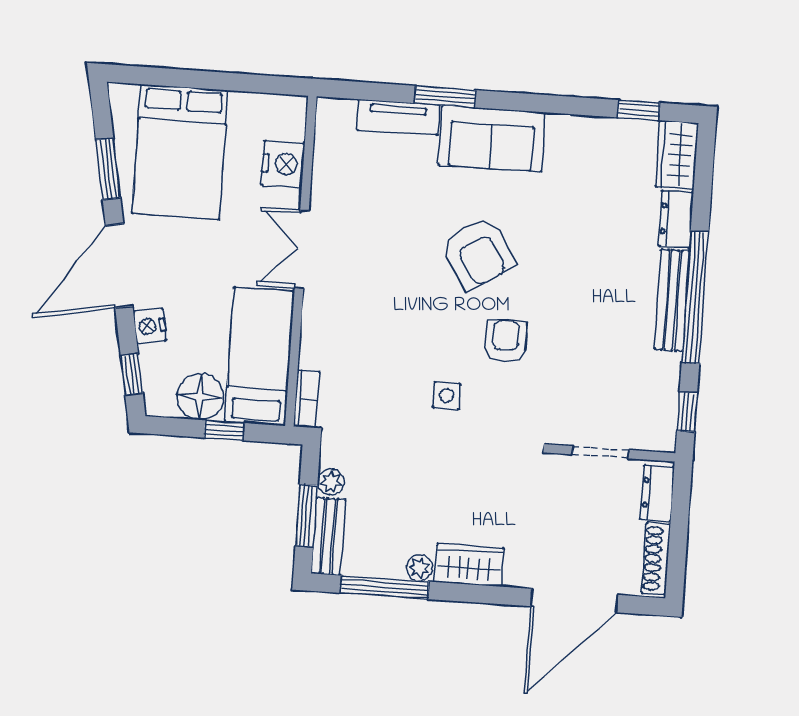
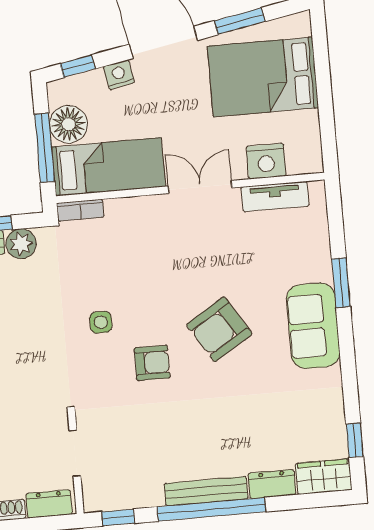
tv unit: (398, 118) -> (275, 196), moved, turned -90
window: (224, 430) -> (45, 148), width x2.17
plant: (331, 482) -> (21, 244), width x1.38, depth x1.38

